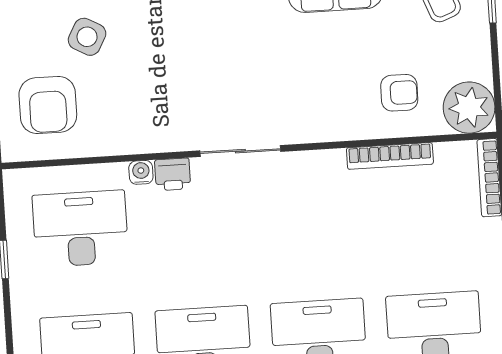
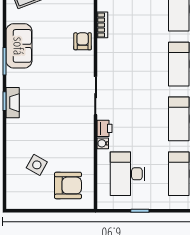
armchair: (399, 93) -> (83, 41), moved
bookcase: (390, 156) -> (102, 25), width x0.64

